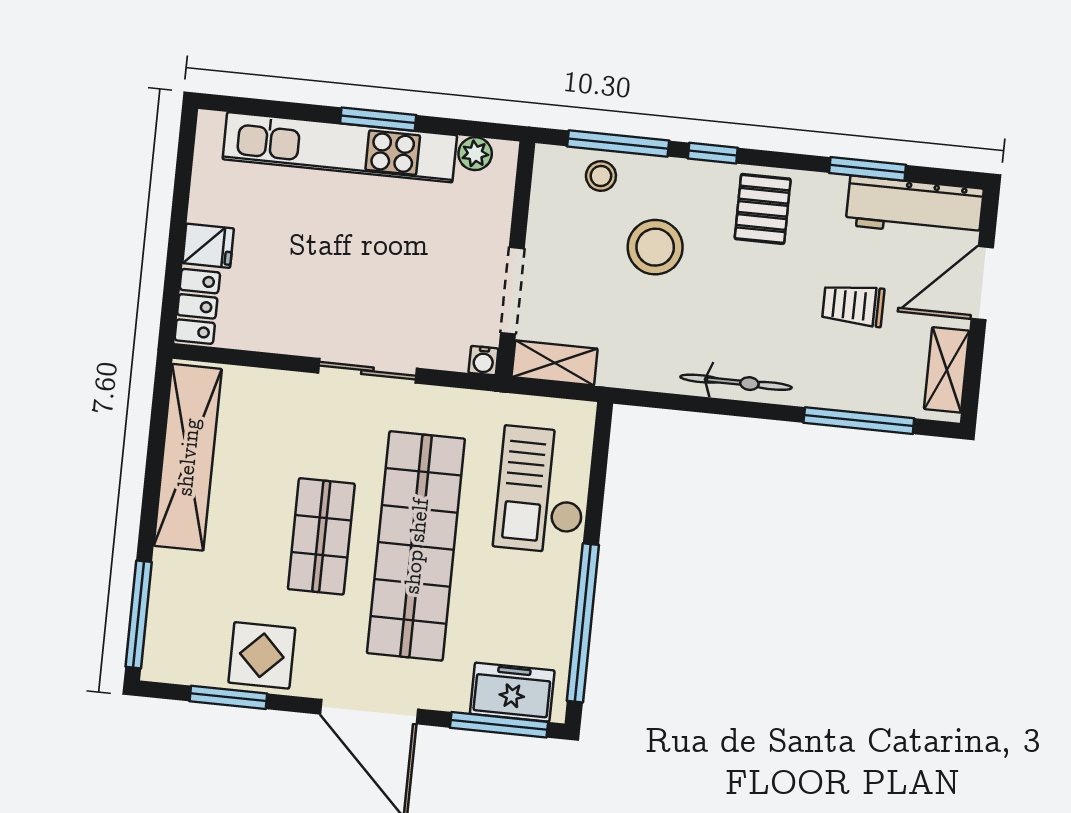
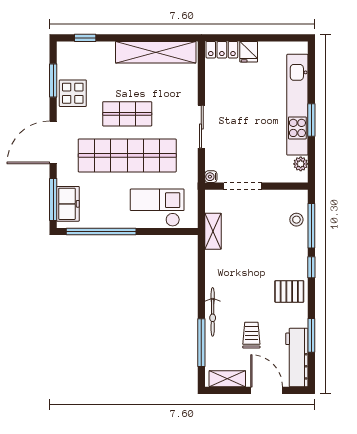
stool: (655, 247) -> (268, 246), removed
shelving: (555, 363) -> (213, 231), moved
bicycle: (736, 382) -> (213, 312), moved
window: (139, 614) -> (85, 38), width x0.46

